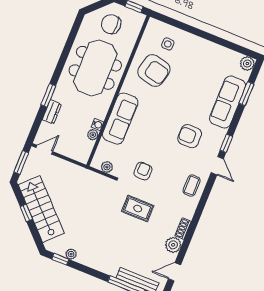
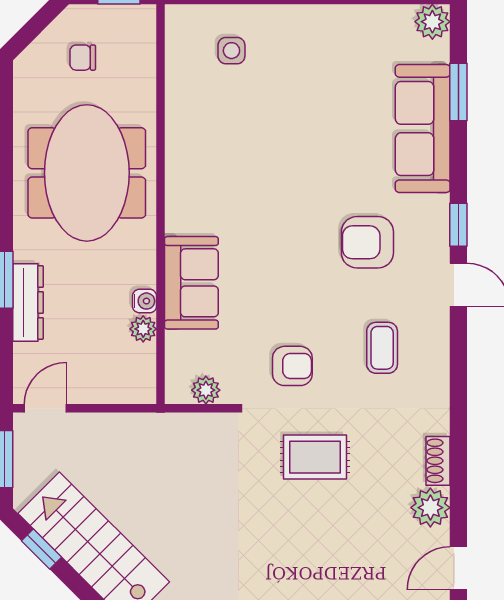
chair: (111, 24) -> (83, 58), width x0.54, depth x0.54
armchair: (154, 70) -> (224, 124), removed
dresser: (52, 112) -> (28, 302), width x1.44
sofa: (120, 119) -> (191, 283), width x0.73
armchair: (143, 171) -> (292, 366), turned 90
coffee table: (192, 186) -> (382, 348), moved
window: (26, 213) -> (41, 549), moved

